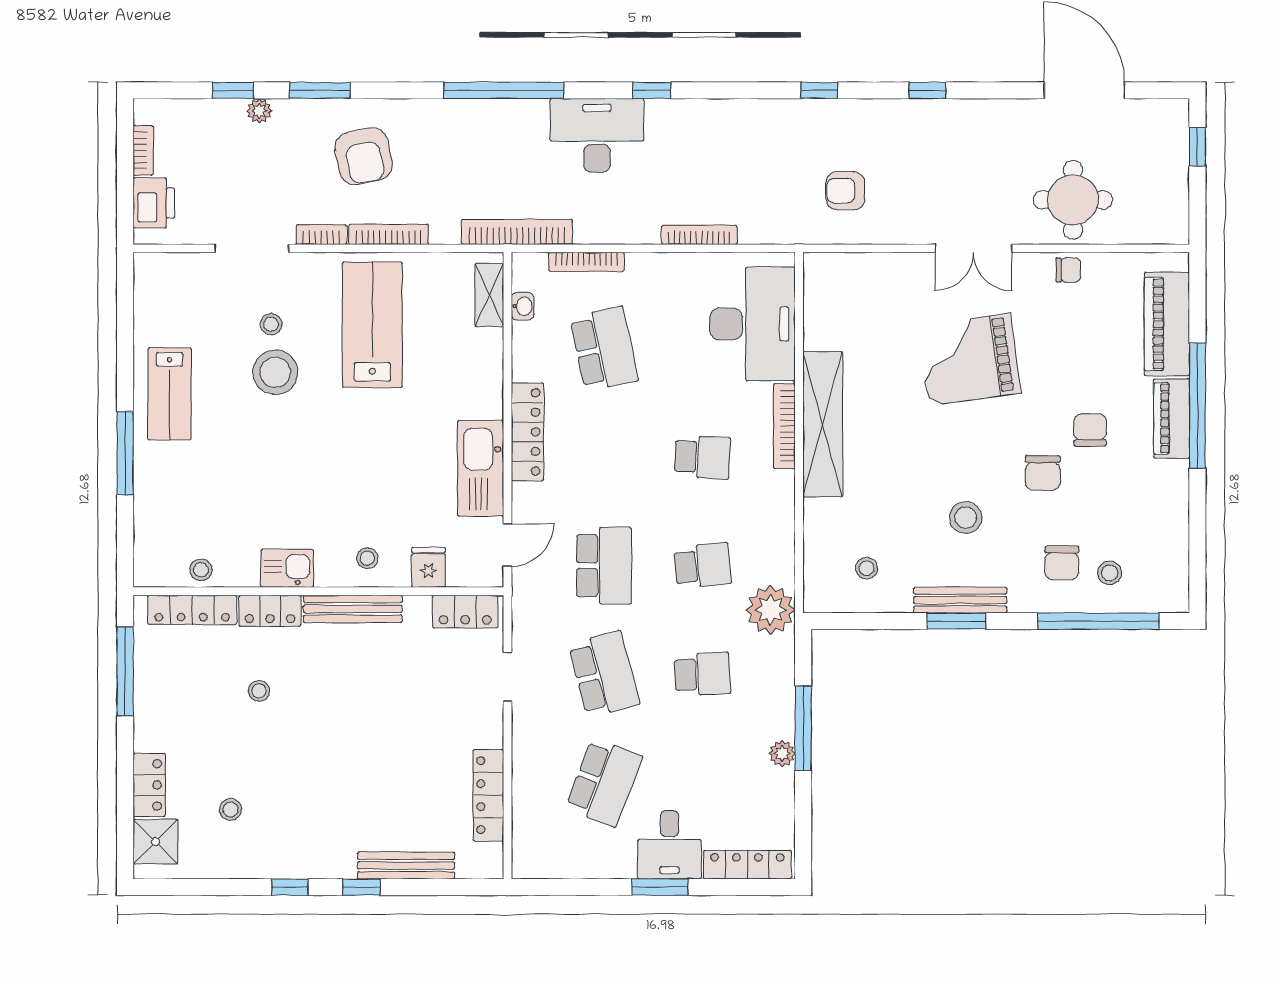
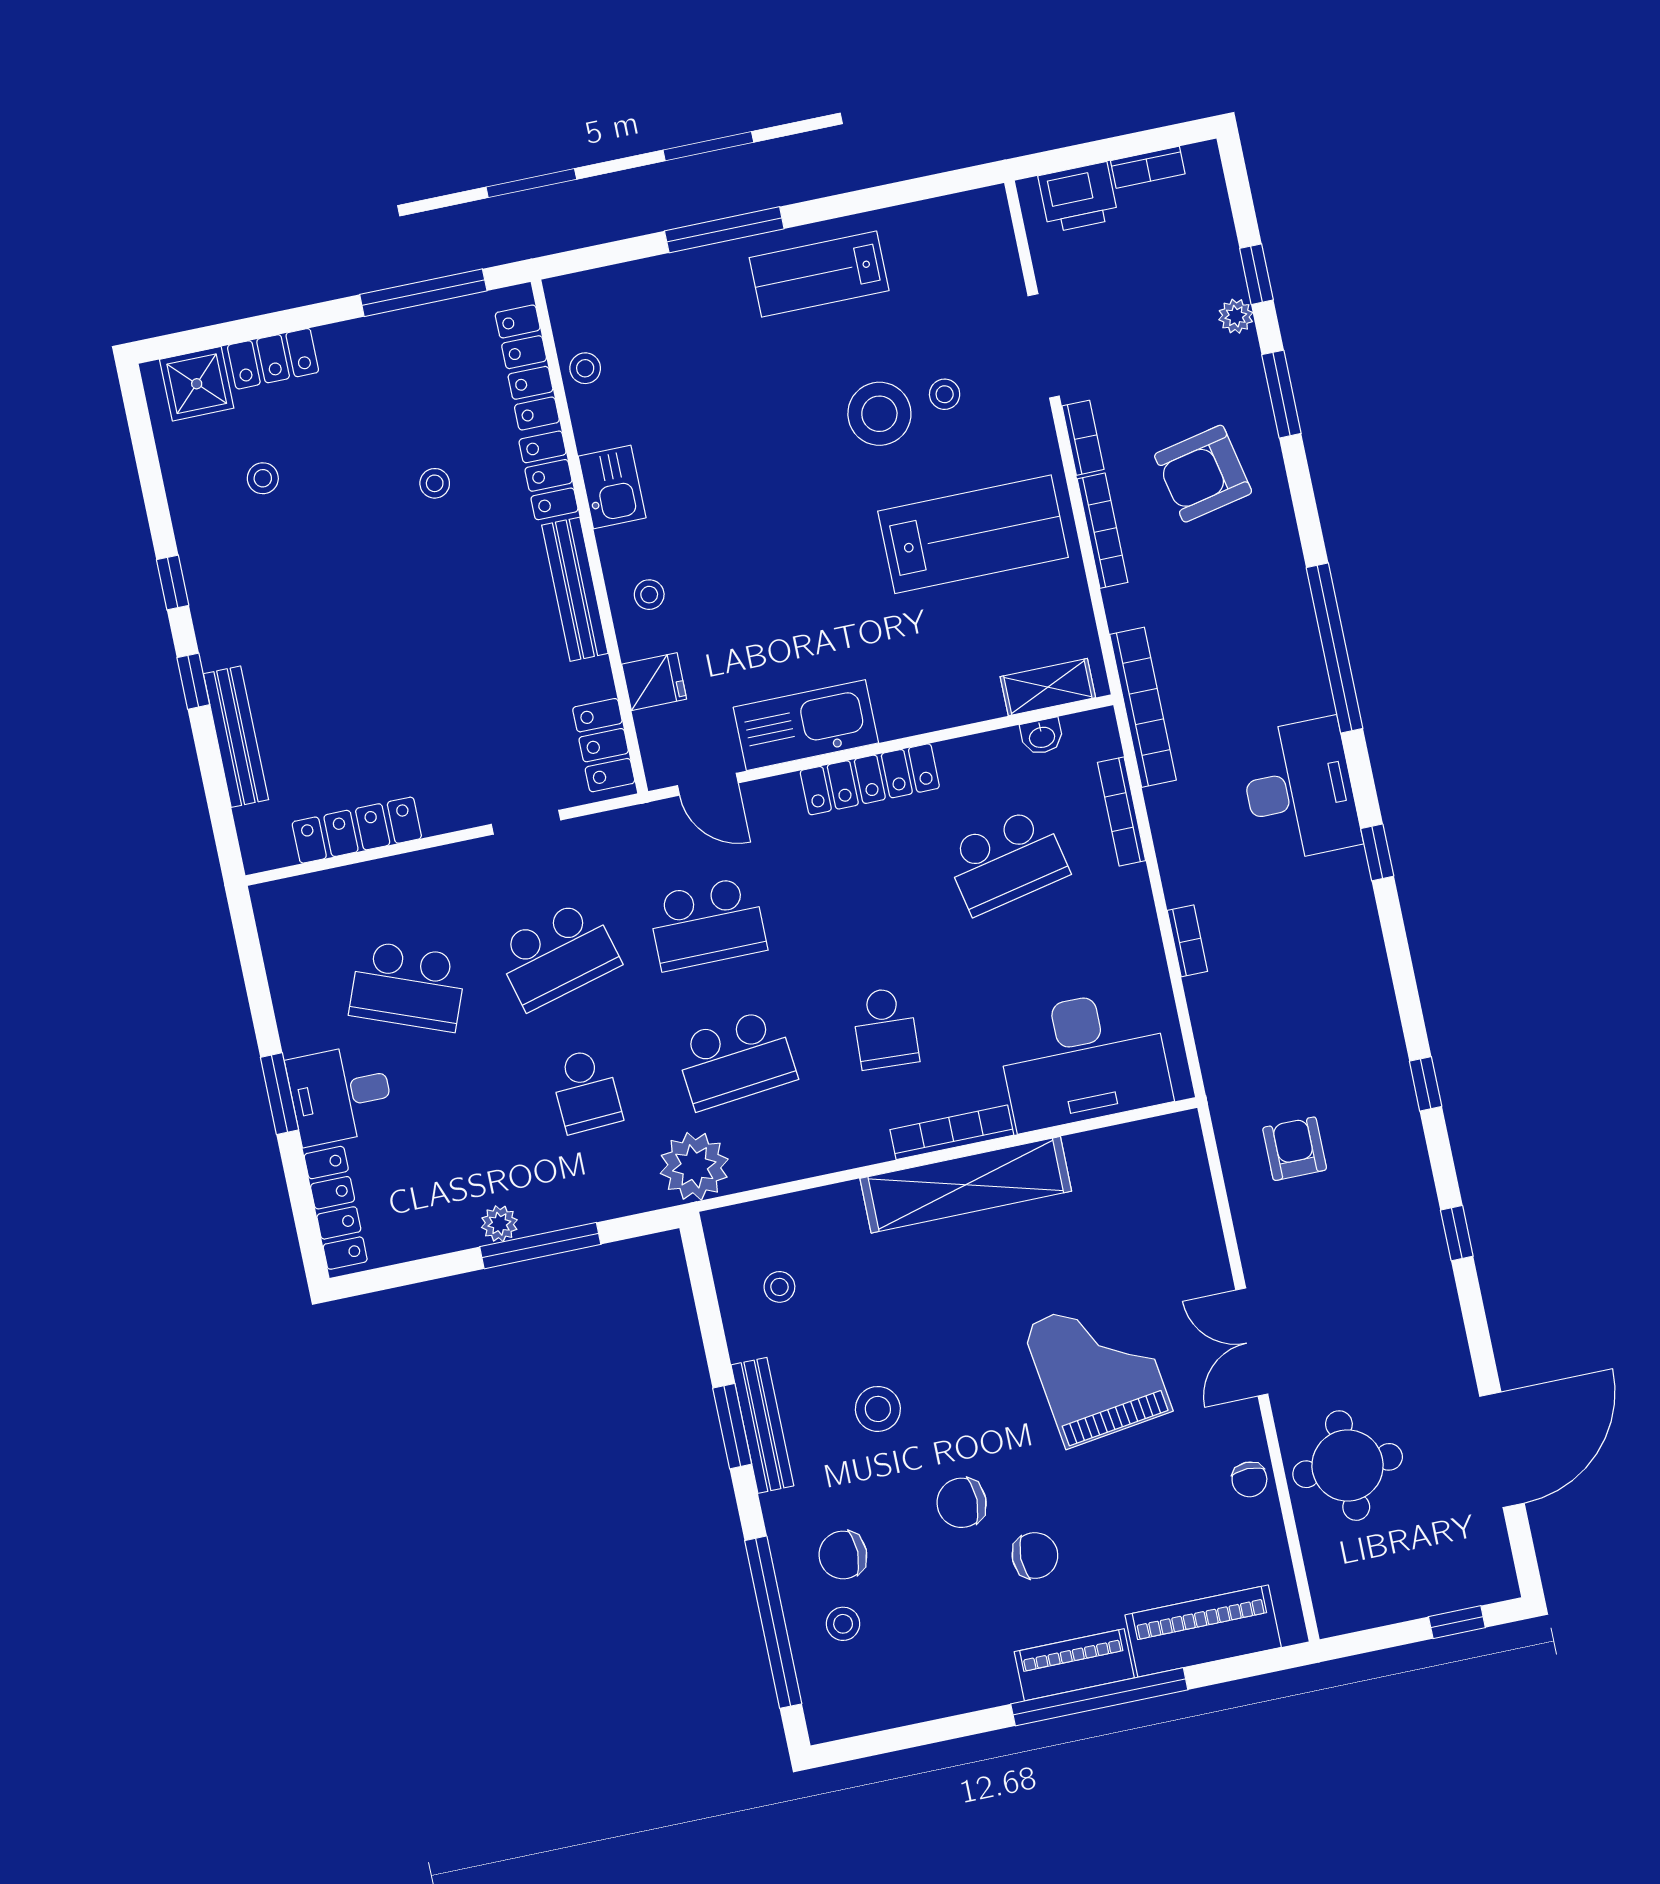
bookcase: (699, 235) -> (1187, 941), width x0.64
school desk: (702, 566) -> (736, 1059), width x1.85

